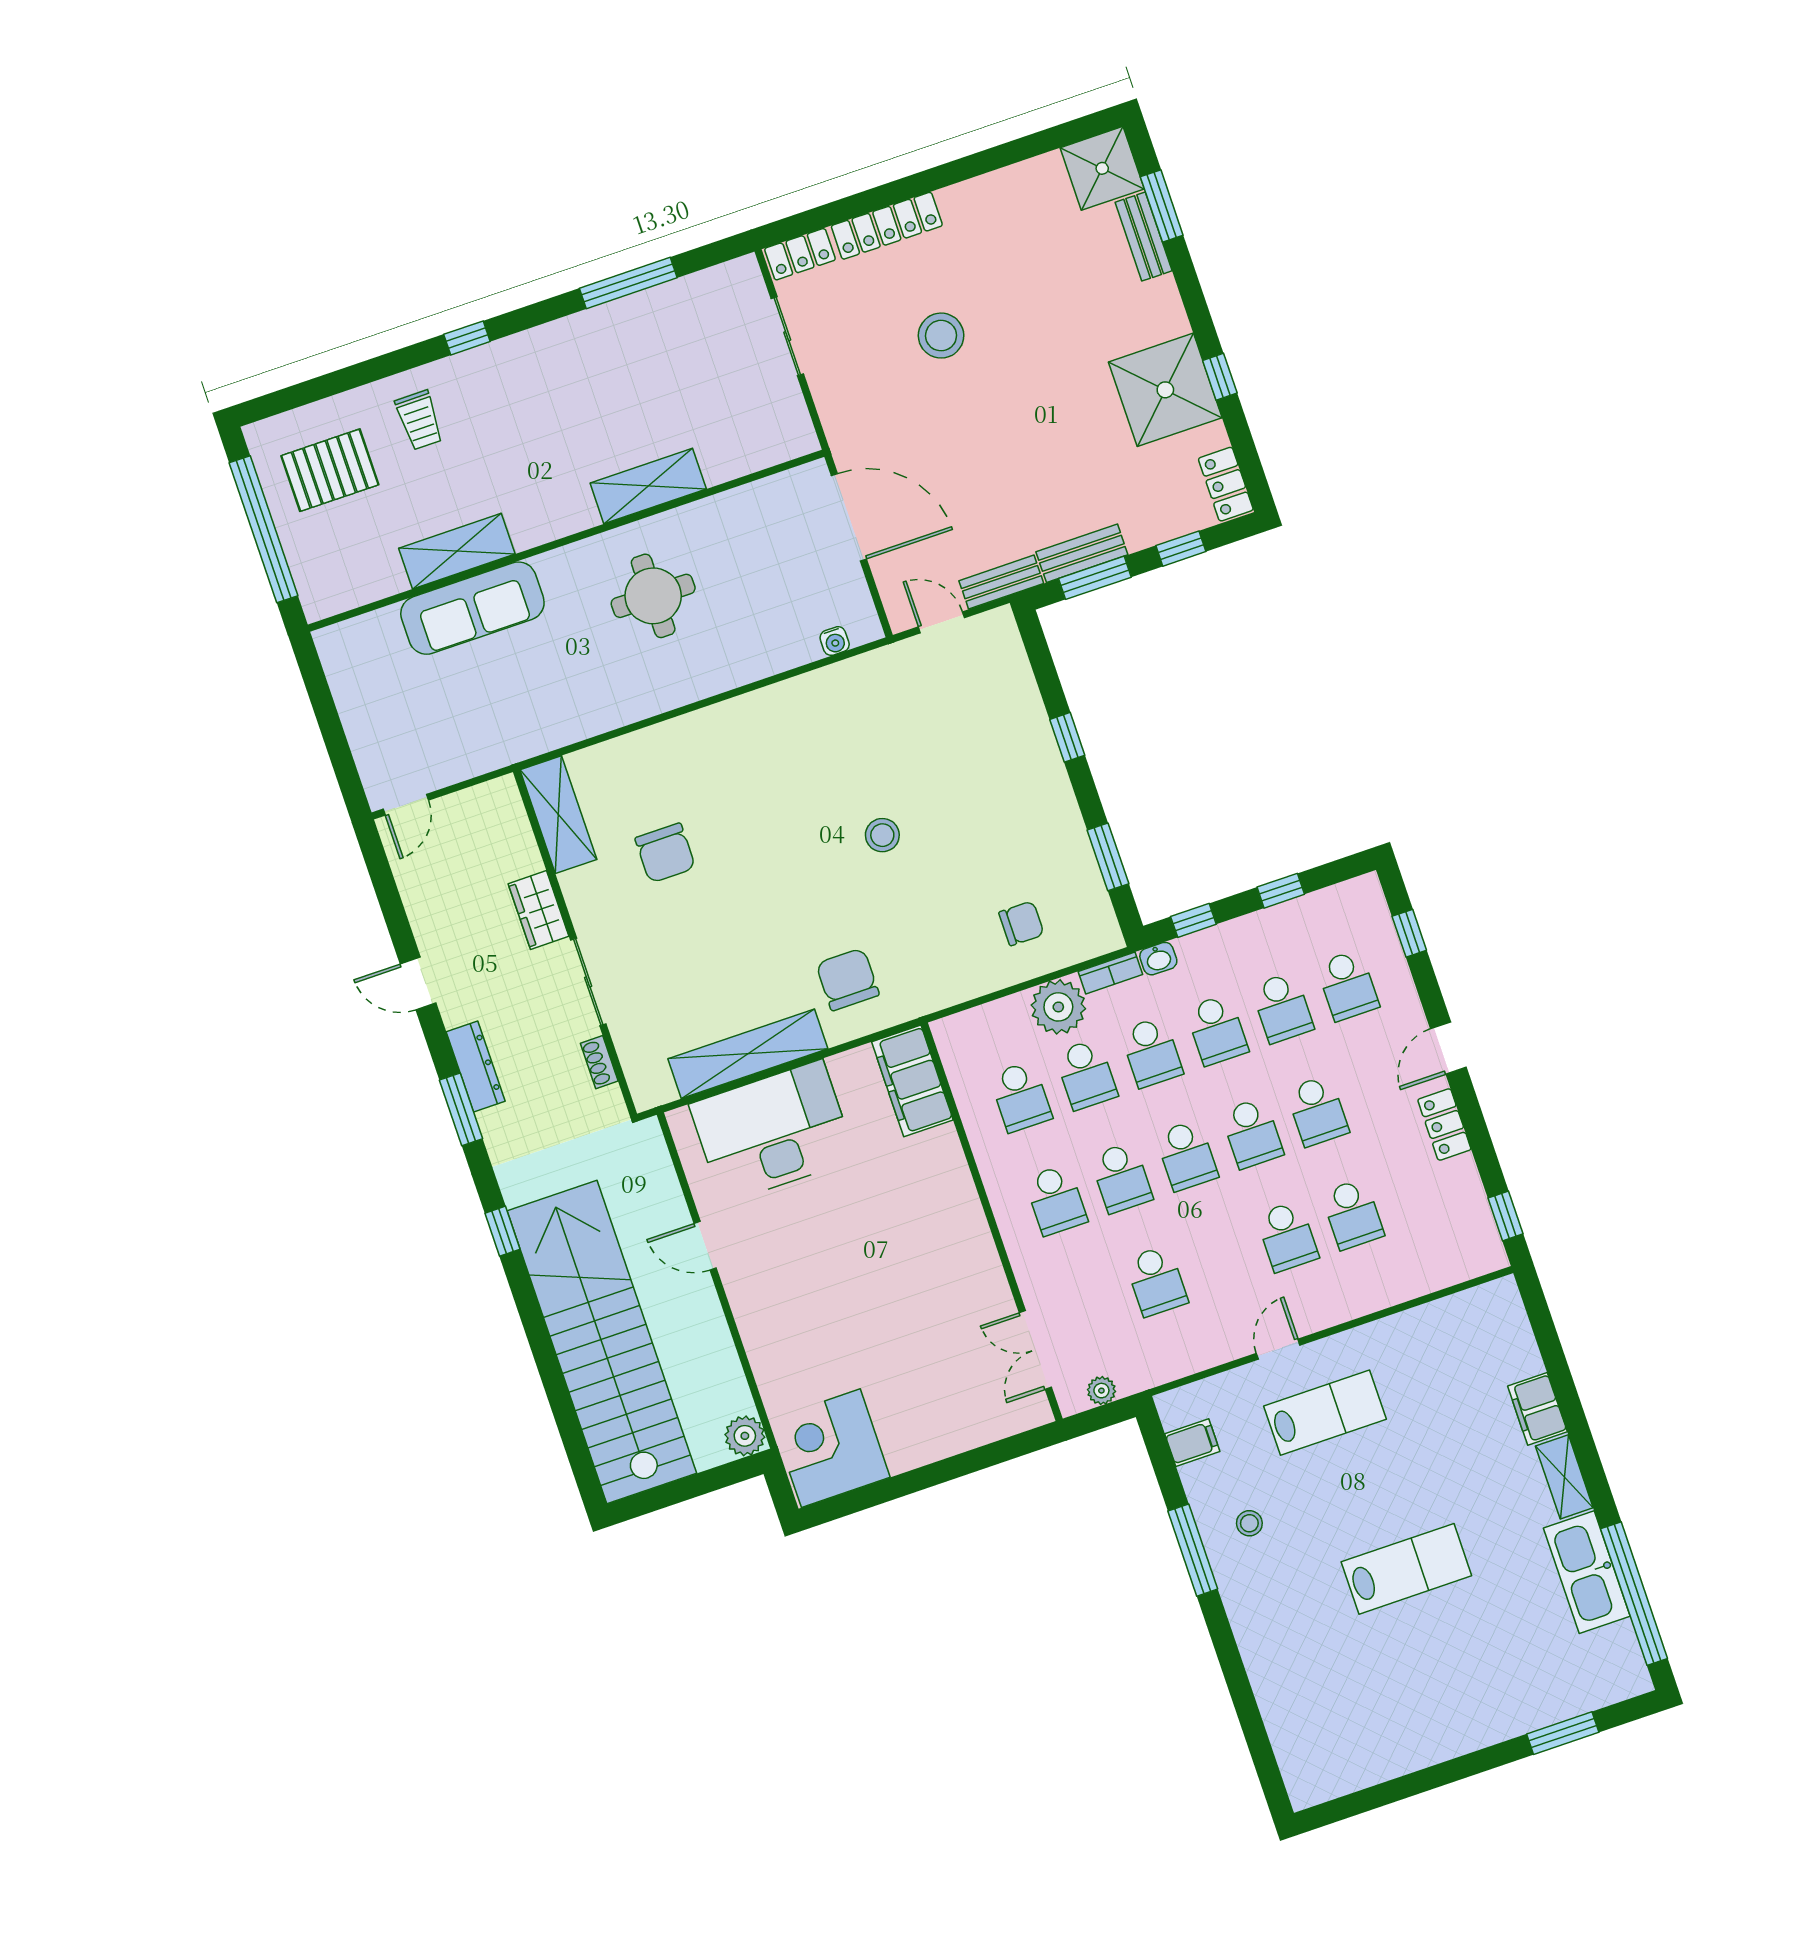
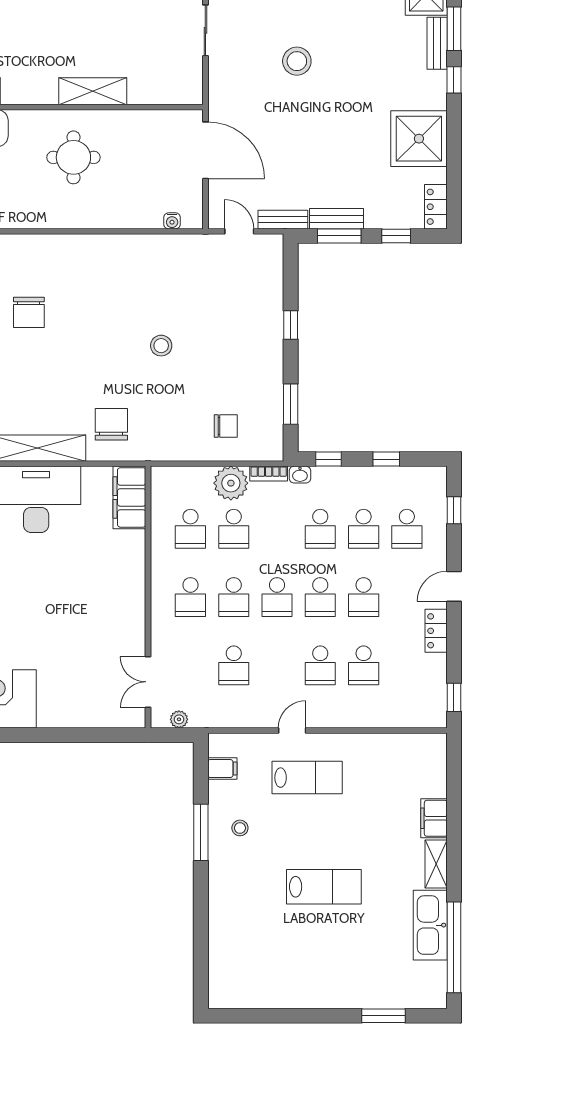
window: (1220, 377) -> (454, 80), moved
school desk: (1152, 1052) -> (277, 529), removed

